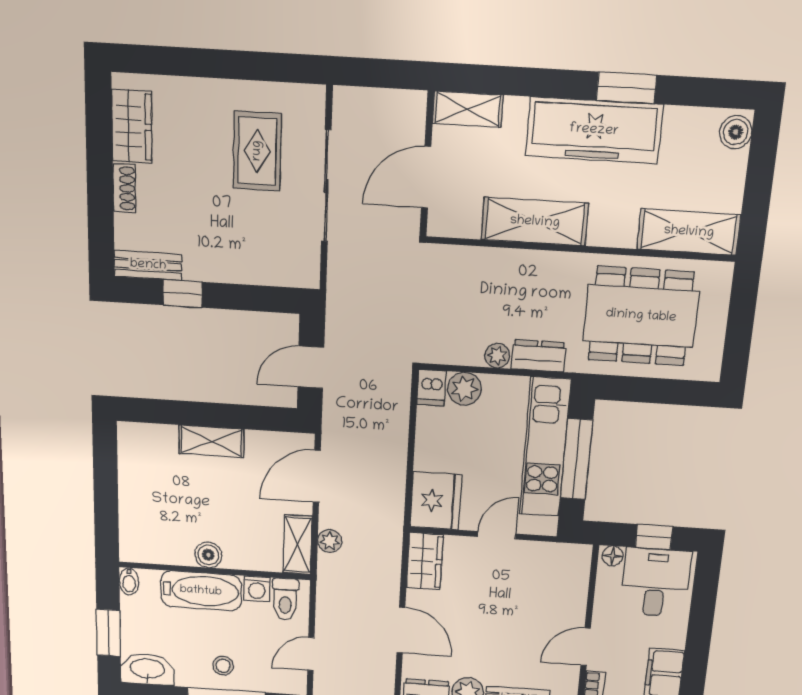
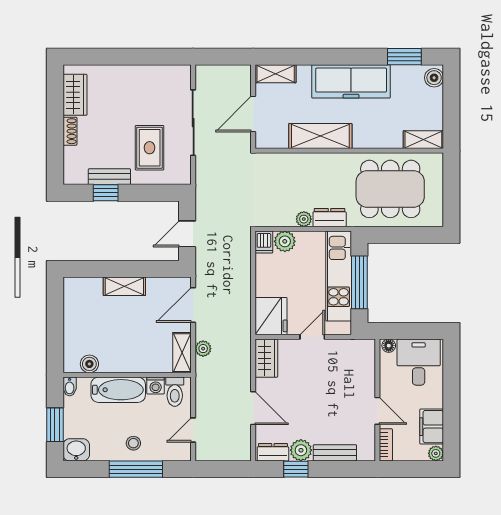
window: (626, 88) -> (404, 57), moved
rug: (257, 151) -> (150, 148), moved
shelving: (689, 232) -> (423, 140), width x0.67, depth x0.75
bench: (148, 265) -> (109, 177), moved
window: (654, 537) -> (414, 331), removed
boiler: (208, 555) -> (89, 364), moved
door: (586, 647) -> (377, 411), swing flipped
washbasin: (147, 669) -> (76, 450), width x0.72

